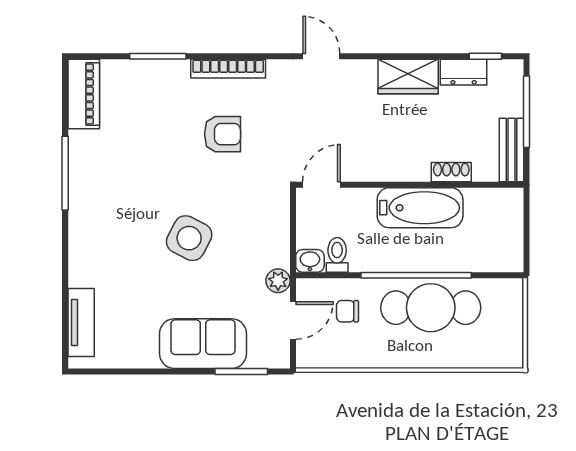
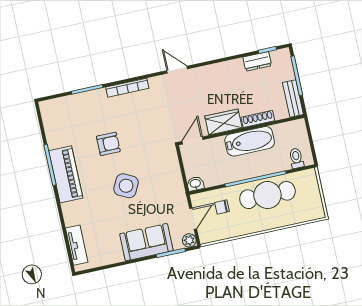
wardrobe: (408, 76) -> (223, 122), moved, turned 180
piano: (84, 94) -> (66, 174), moved, width x1.37, depth x1.33
armchair: (222, 134) -> (108, 144), moved
shoe rack: (451, 172) -> (258, 119), width x1.43
toilet: (337, 255) -> (296, 158), moved
plant: (278, 281) -> (189, 240), moved

